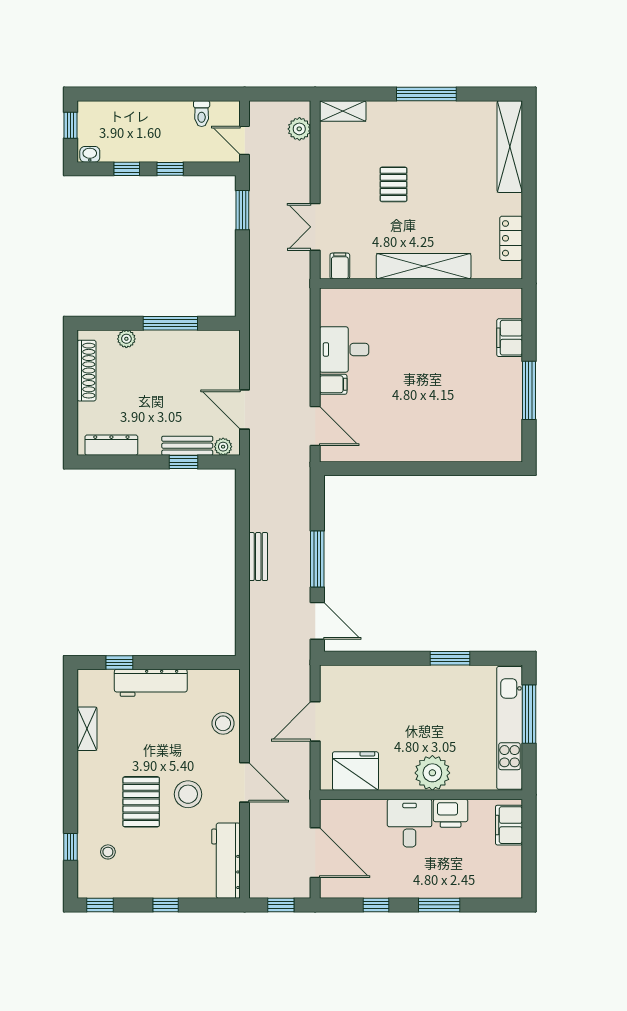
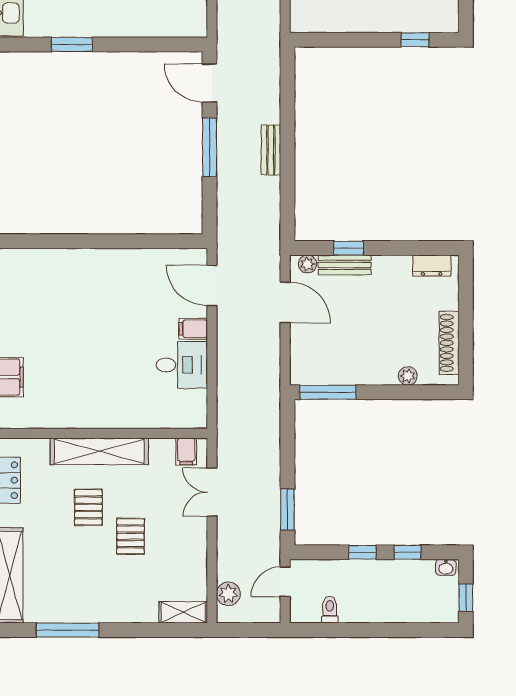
window: (426, 94) -> (68, 630), moved
door: (245, 140) -> (285, 582), swing flipped
pallet: (434, 212) -> (88, 507), added
double door: (315, 227) -> (212, 492), swing flipped
window: (170, 323) -> (328, 392), moved
dresser: (111, 445) -> (432, 266), width x0.70
workbench: (151, 683) -> (383, 19), removed

